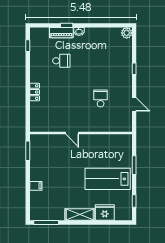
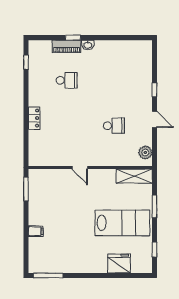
plant: (127, 33) -> (145, 153), moved
school desk: (101, 98) -> (114, 126), turned 90
door: (134, 104) -> (154, 120), moved
lab bench: (108, 179) -> (122, 223), turned 180
shelving: (80, 215) -> (134, 176), moved

